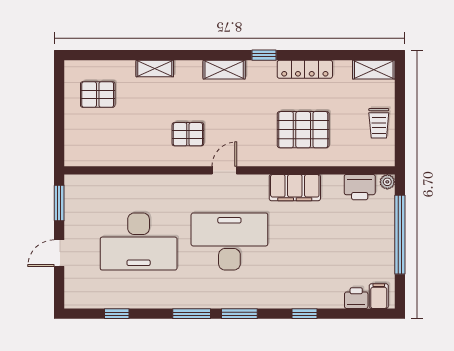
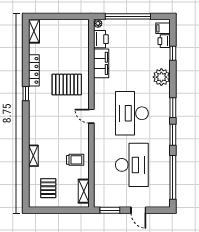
shelving: (224, 70) -> (84, 191), moved
trolley: (379, 123) -> (75, 160), moved
pallet: (303, 130) -> (67, 85), moved, turned 90
pallet: (188, 134) -> (71, 137), removed
filing cabinet: (295, 188) -> (101, 63), moved
plant: (293, 294) -> (161, 77), added
window: (117, 314) -> (173, 177), width x3.17
window: (304, 314) -> (173, 53), moved

